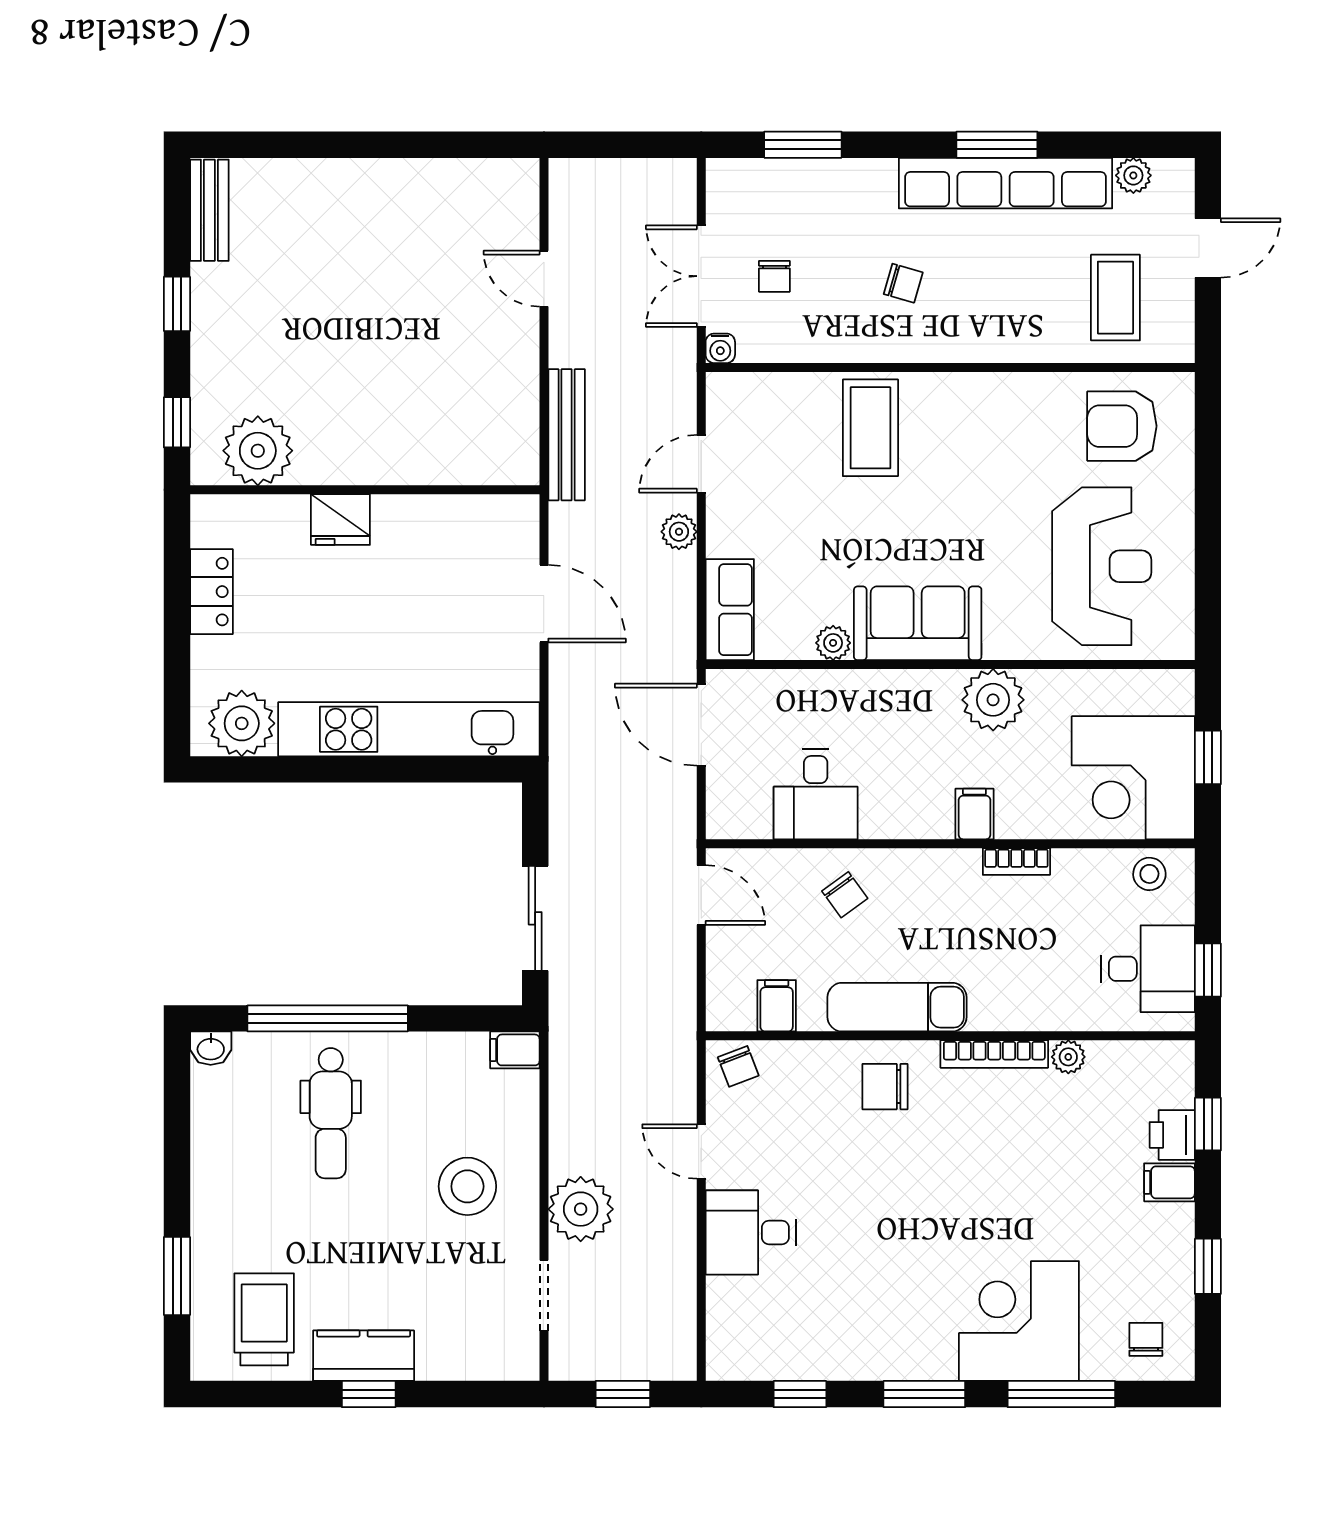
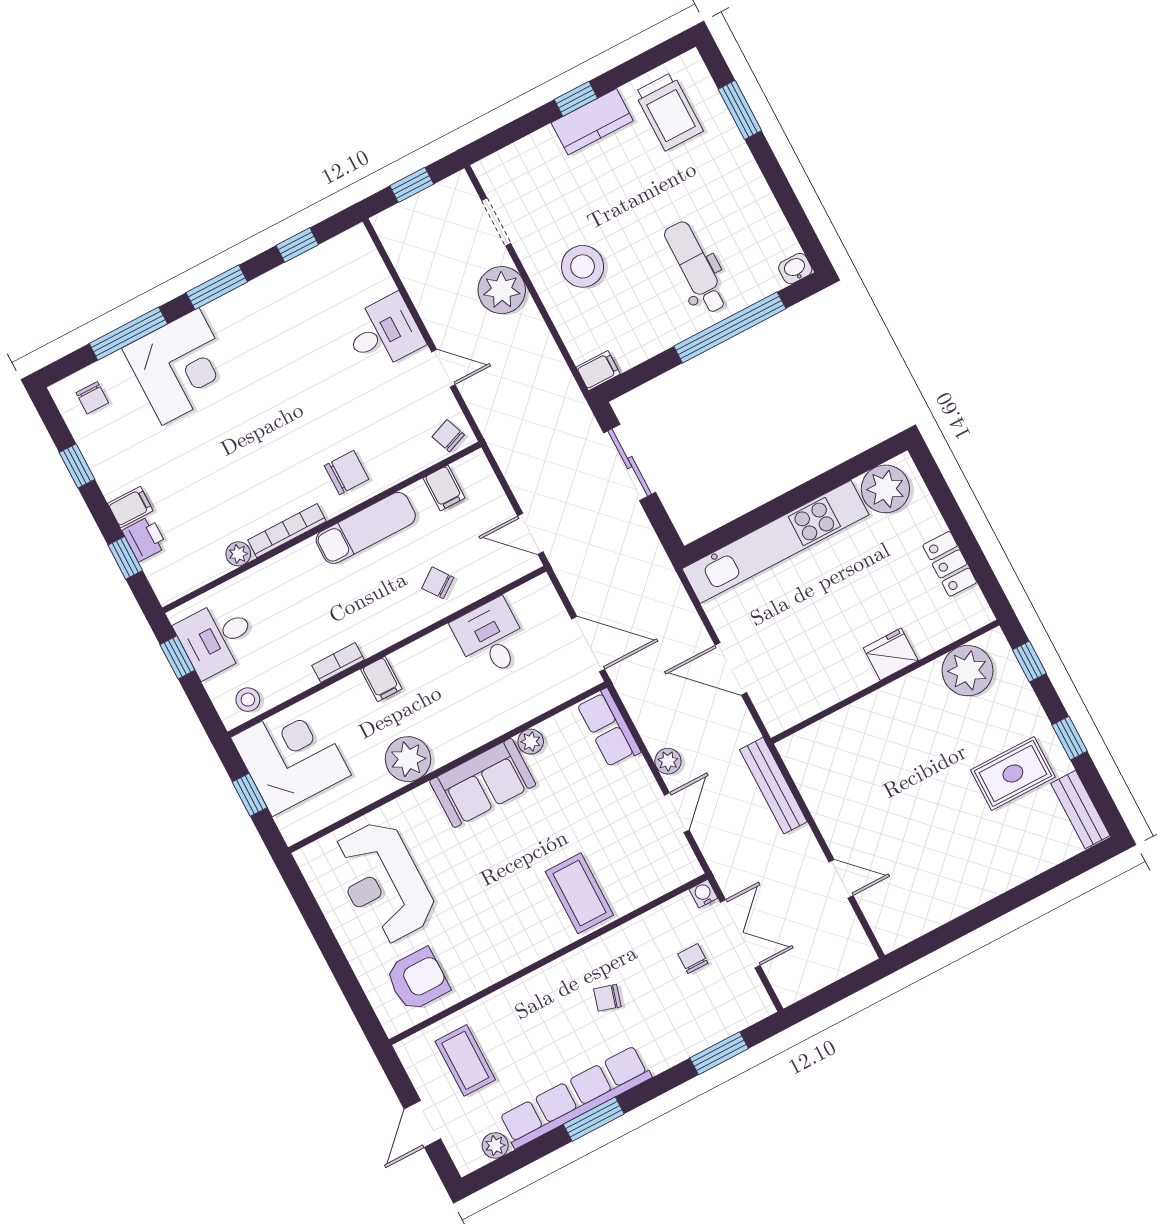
rug: (268, 297) -> (1013, 773), added

